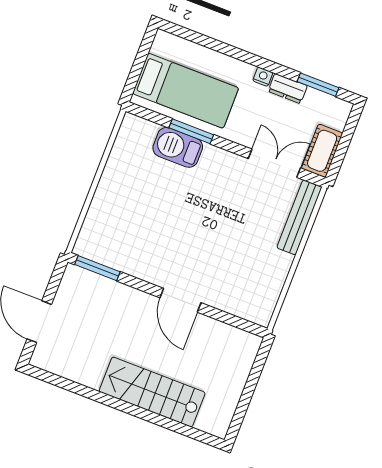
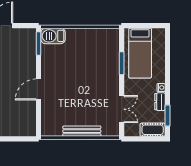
barbecue: (178, 147) -> (53, 36), moved, turned -90
cot: (322, 151) -> (153, 130), moved
bench: (299, 217) -> (82, 131), moved

